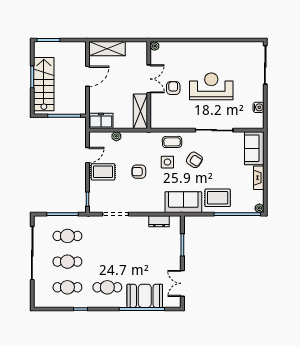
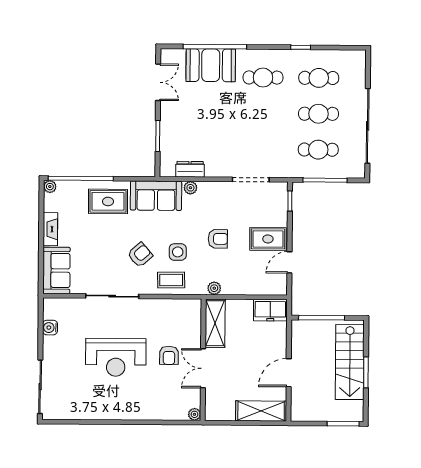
plant: (116, 136) -> (214, 288), moved
armchair: (194, 160) -> (140, 255), turned 106
plant: (159, 208) -> (190, 188), added

